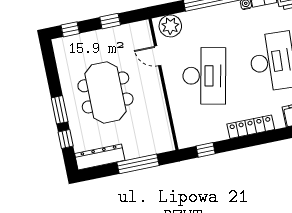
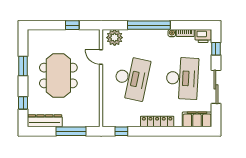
window: (70, 29) -> (42, 25), removed
window: (60, 110) -> (23, 66), moved

